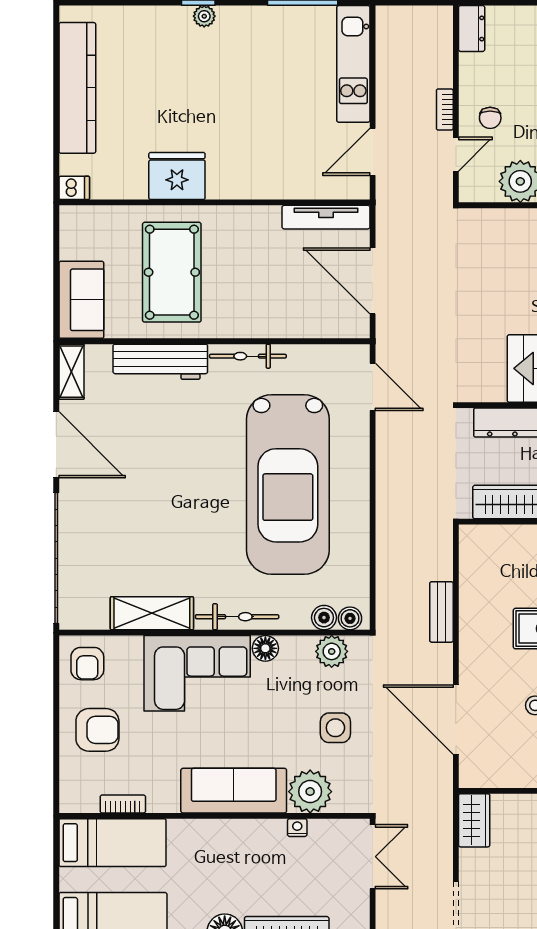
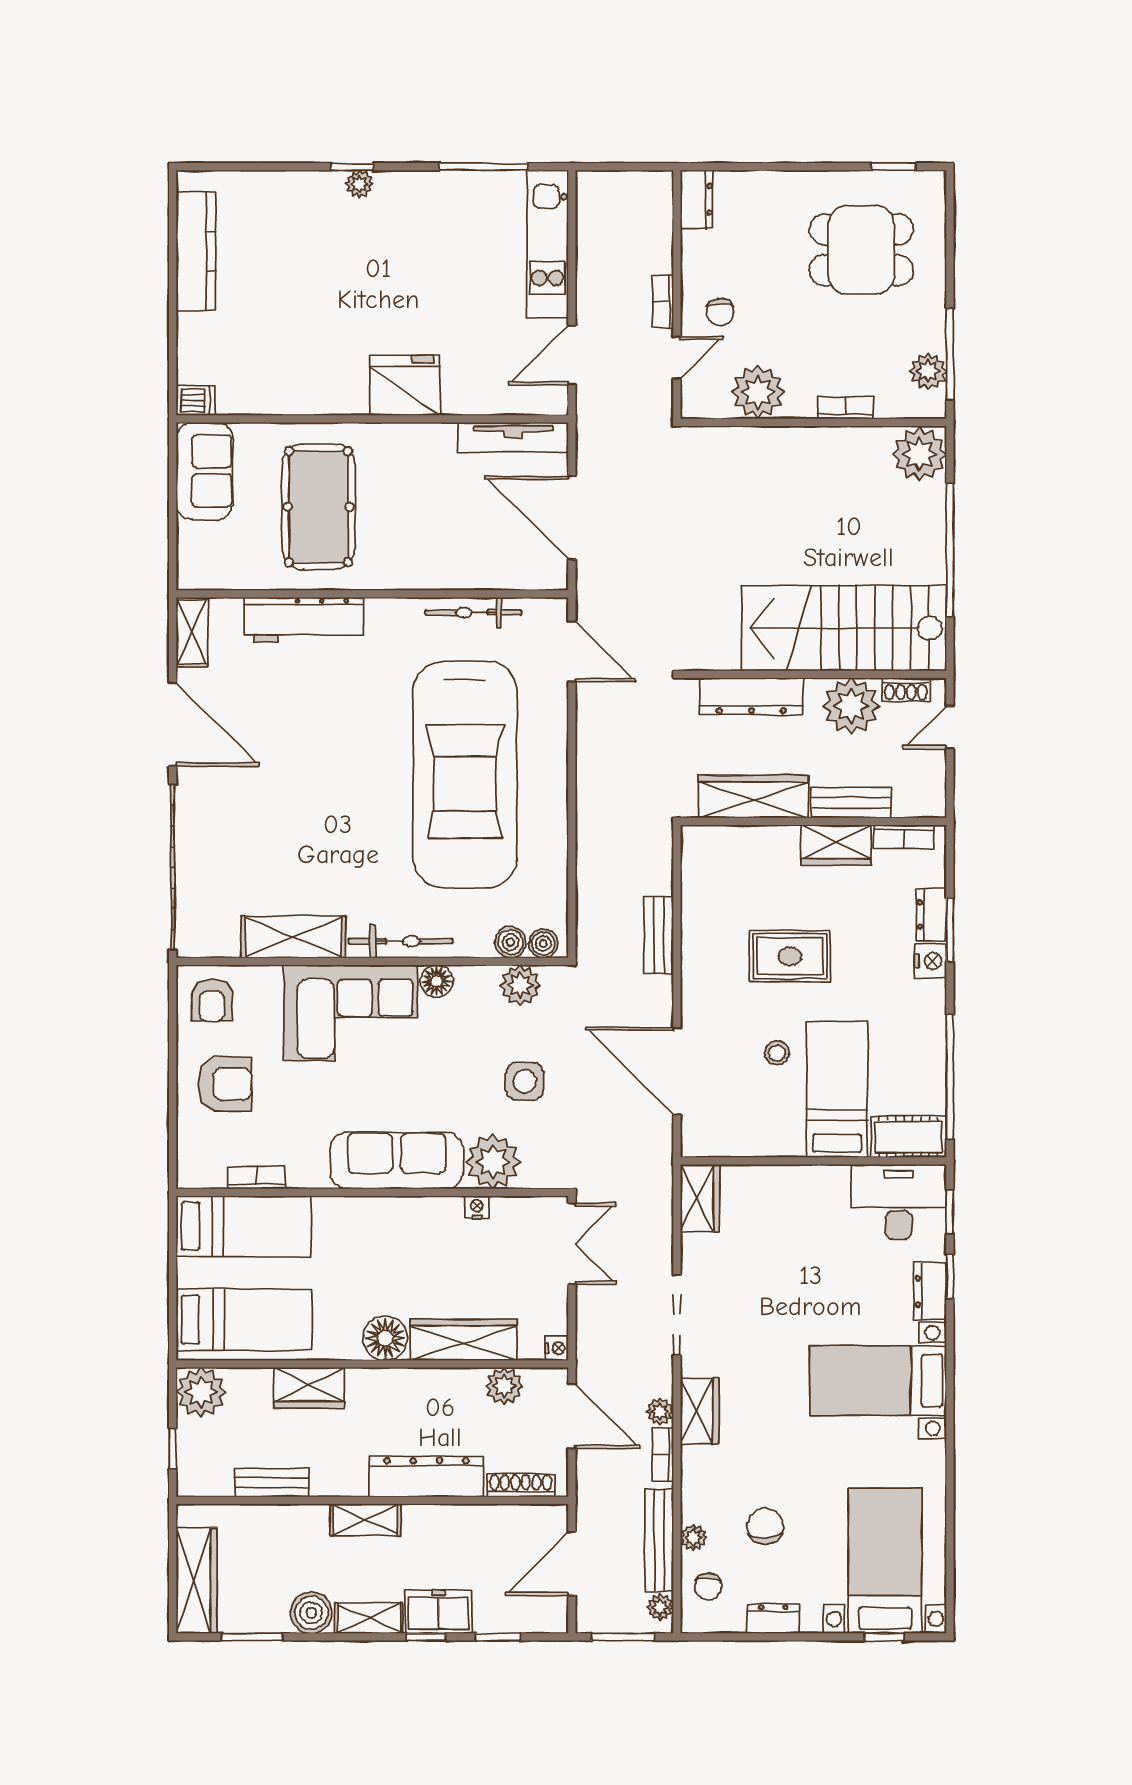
kitchen counter: (77, 88) -> (196, 251), width x0.72, depth x0.86
fridge: (177, 176) -> (405, 385), moved
sofa: (81, 300) -> (204, 471), moved
bicycle: (248, 356) -> (473, 613), moved

